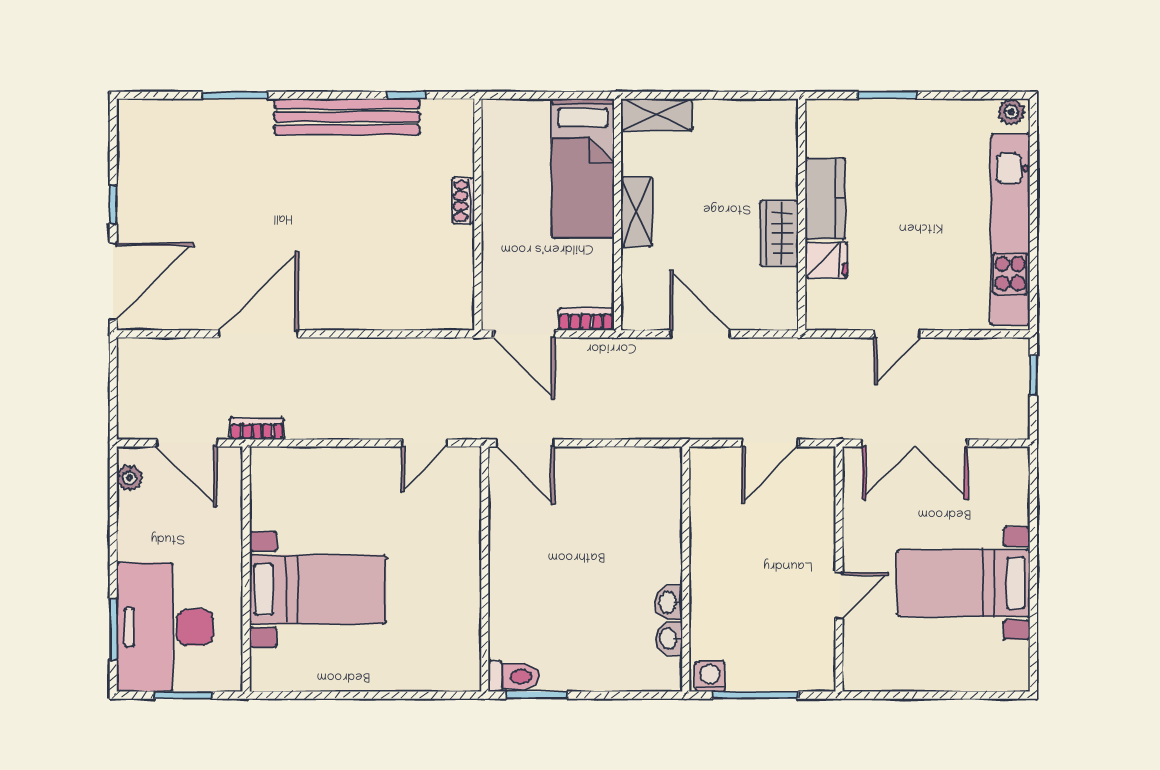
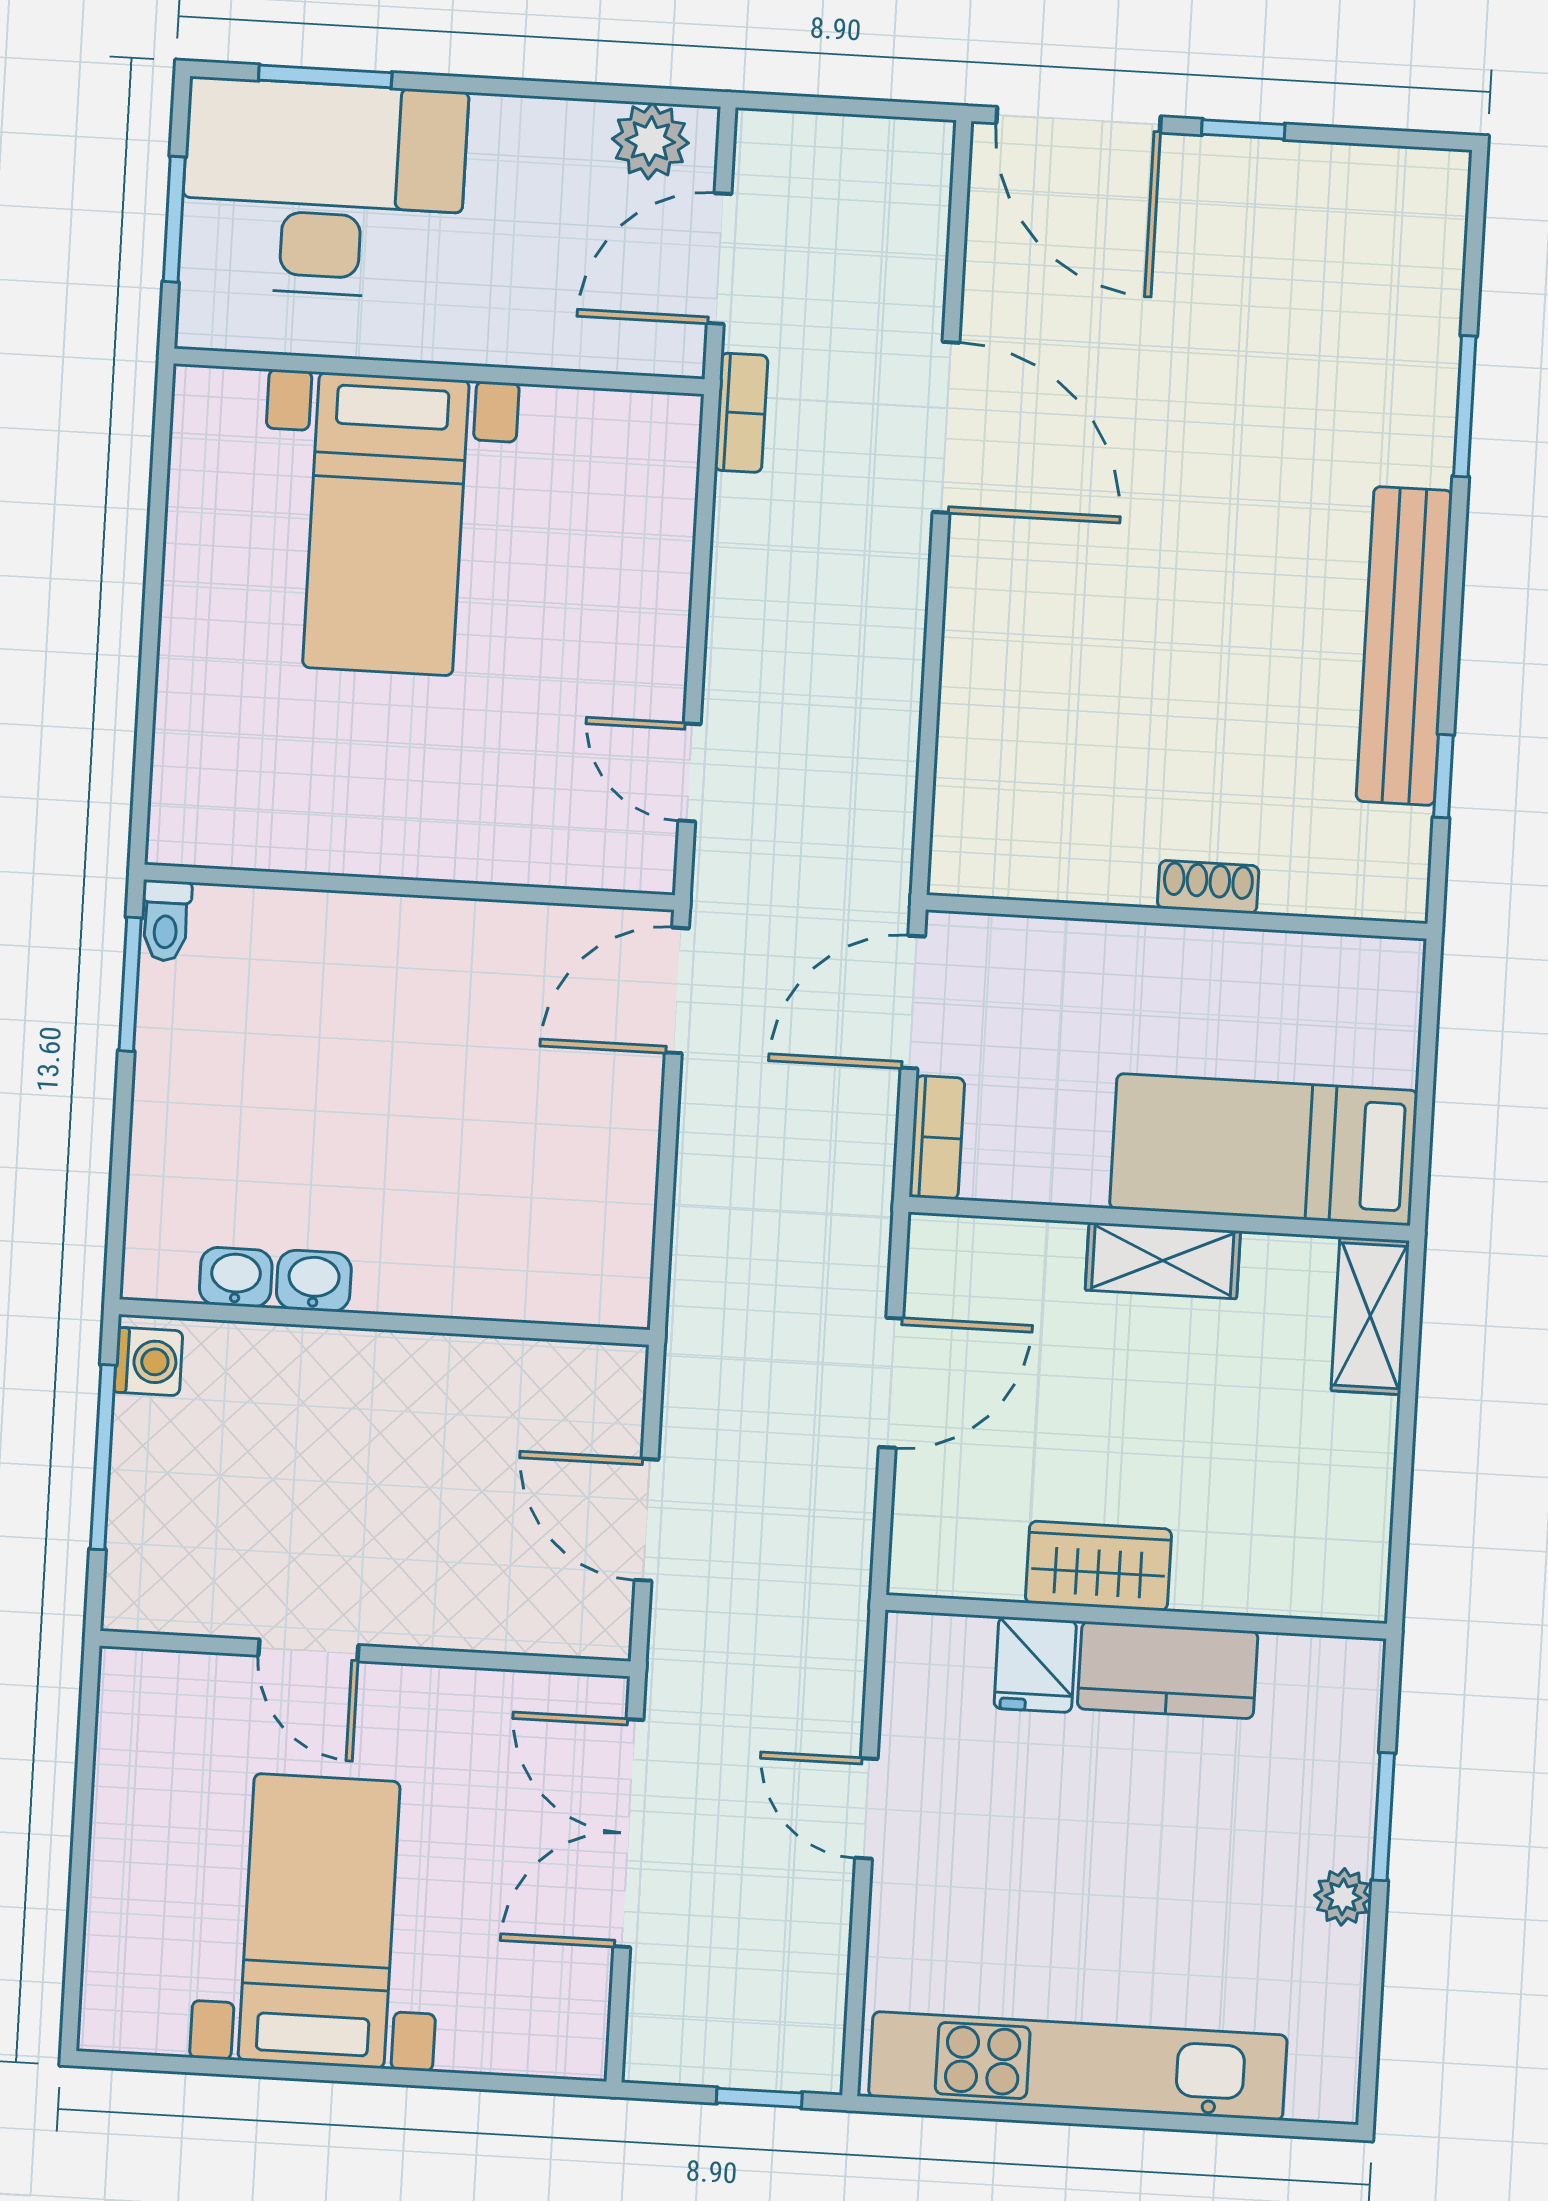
plant: (1011, 112) -> (1343, 1897), moved
plant: (129, 478) -> (650, 141), width x1.38, depth x1.38
toilet: (514, 676) -> (166, 921), width x0.73, depth x0.72

